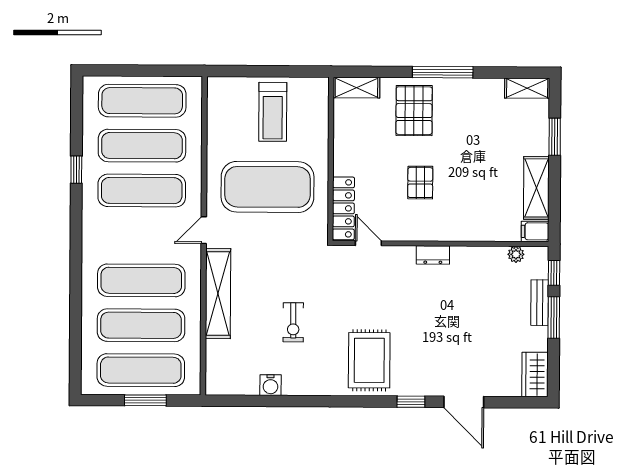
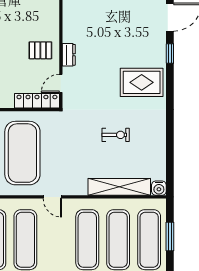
pallet: (420, 183) -> (40, 50), moved
dresser: (433, 255) -> (69, 55), moved
shelving: (218, 294) -> (119, 187), moved
water cooler: (271, 385) -> (159, 188), moved, turned 90

